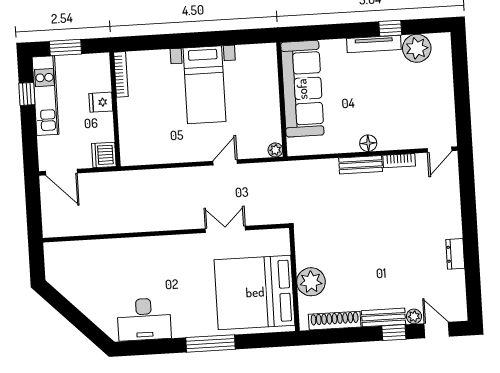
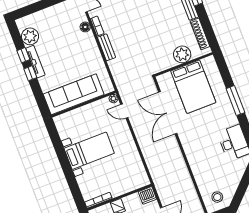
window: (358, 30) -> (30, 73), added
floor lamp: (368, 143) -> (85, 27), moved
door: (225, 162) -> (124, 111), moved
double door: (225, 229) -> (168, 113), width x1.87
stool: (66, 266) -> (217, 197), added
bed: (255, 292) -> (193, 87), width x0.73

